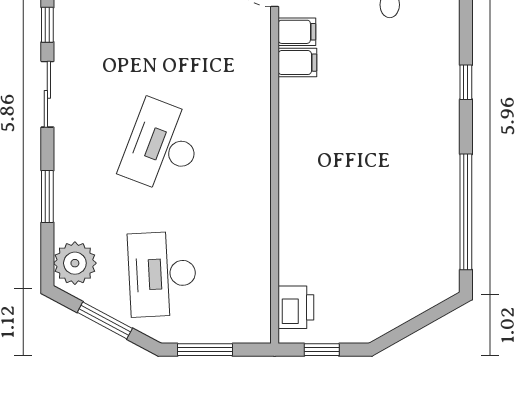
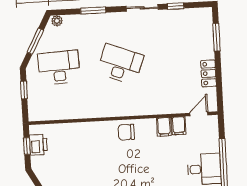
chair: (304, 141) -> (126, 132), added
plant: (75, 263) -> (57, 21), width x0.53, depth x0.53
printer: (296, 307) -> (38, 145), moved, turned -90
window: (205, 350) -> (24, 90), width x0.67

